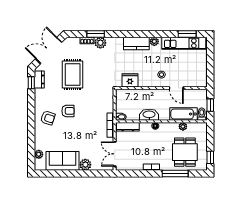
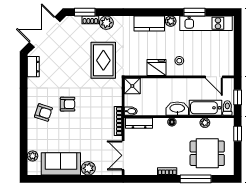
window: (96, 34) -> (85, 12), moved
window: (187, 34) -> (195, 12), moved
rug: (73, 75) -> (103, 60), moved
fridge: (130, 80) -> (156, 68), moved
window: (31, 83) -> (24, 70), removed
door: (176, 88) -> (214, 77), moved
shower: (122, 96) -> (132, 86), added
washbasin: (149, 115) -> (177, 109), moved
dining table: (185, 152) -> (207, 153), turned 90
window: (210, 157) -> (238, 134), moved

